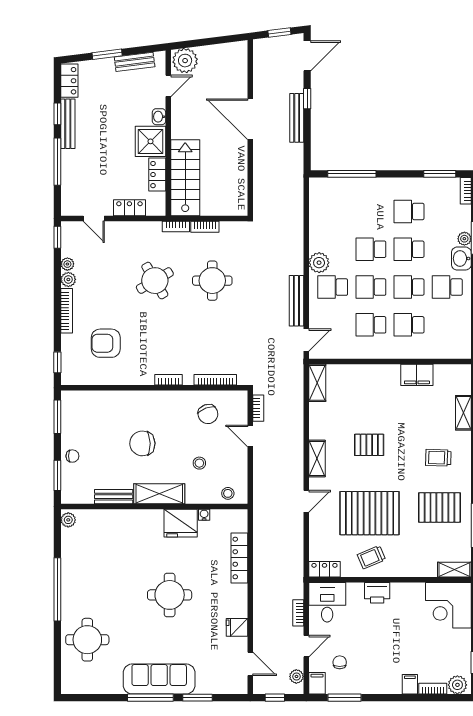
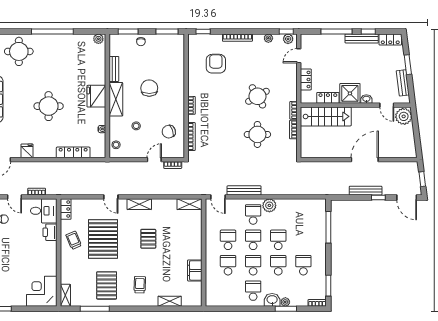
plant: (68, 279) -> (288, 39), moved
fridge: (181, 523) -> (96, 96), moved
printer: (377, 593) -> (50, 232), moved

